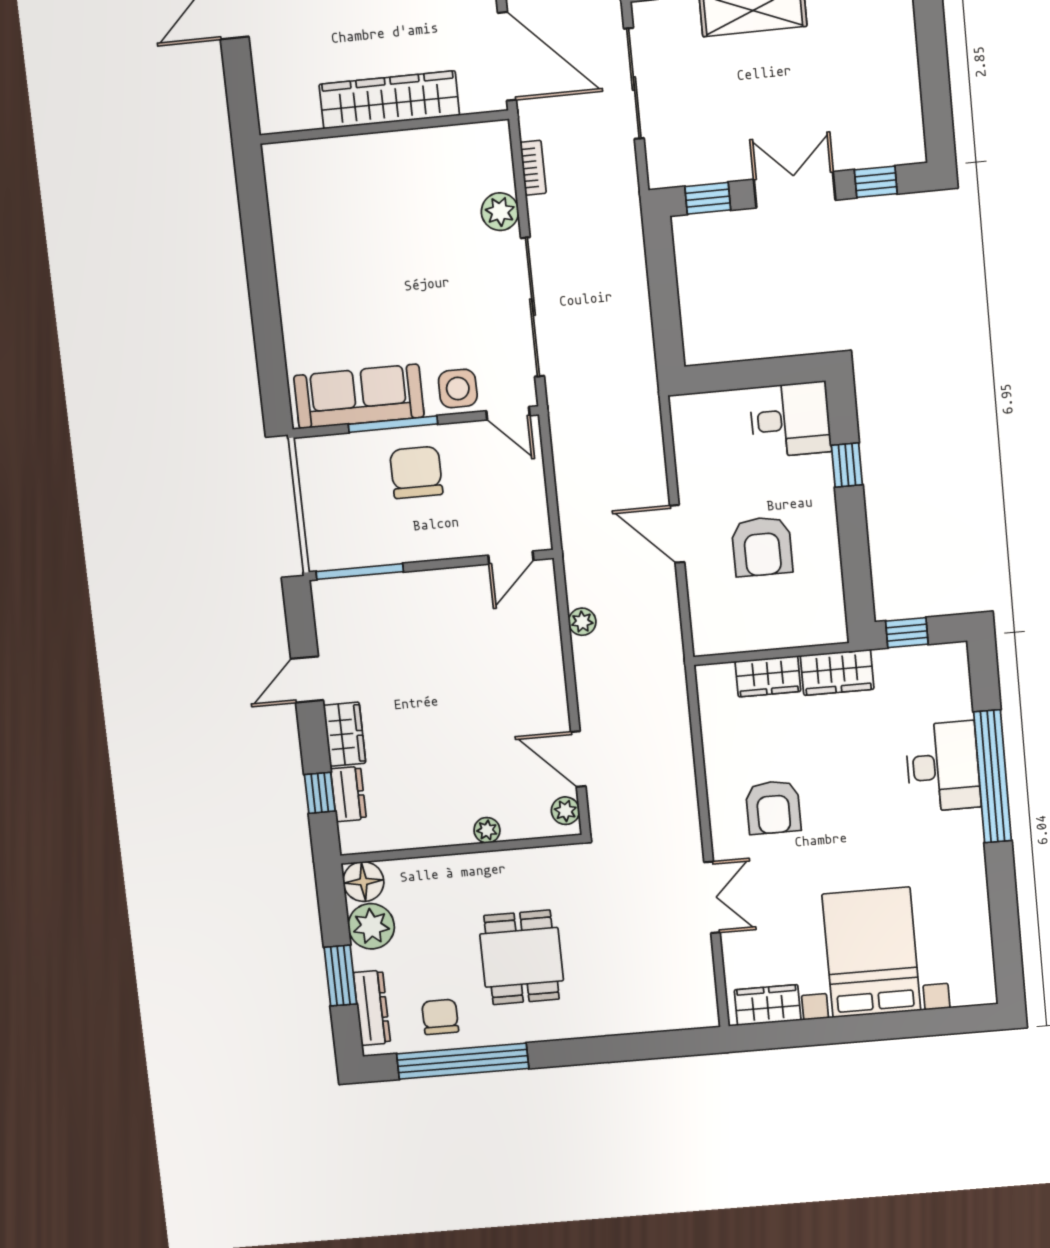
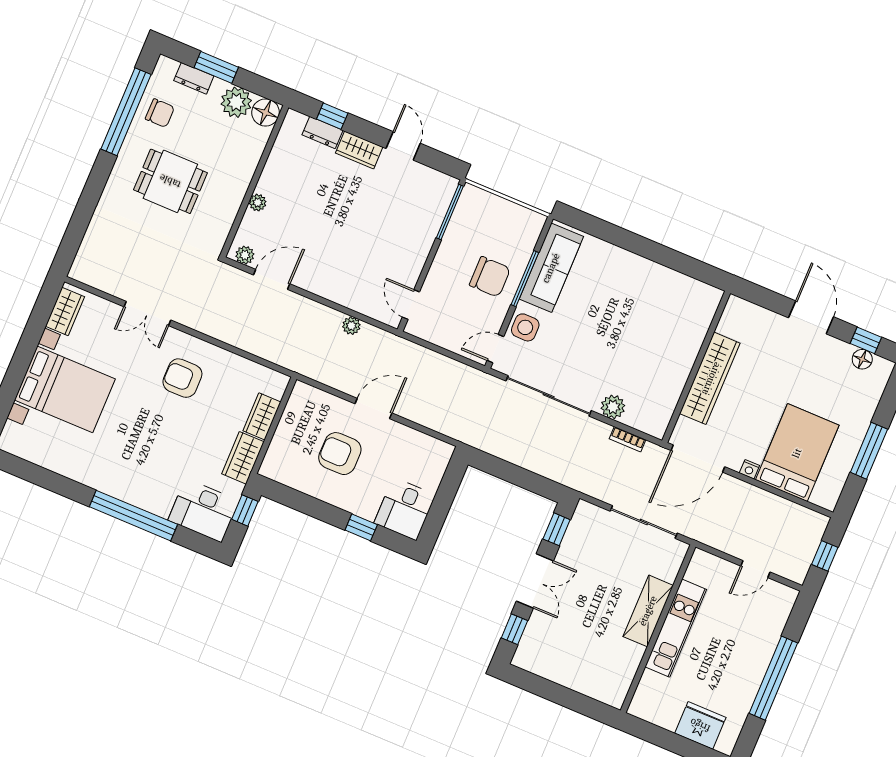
desk: (943, 766) -> (204, 510), moved
dresser: (372, 1008) -> (194, 78), width x0.70

